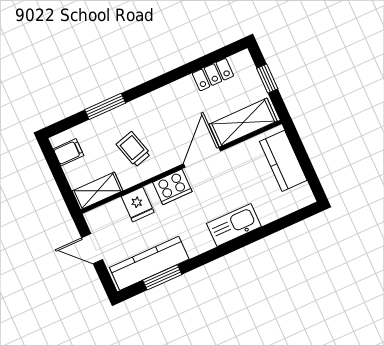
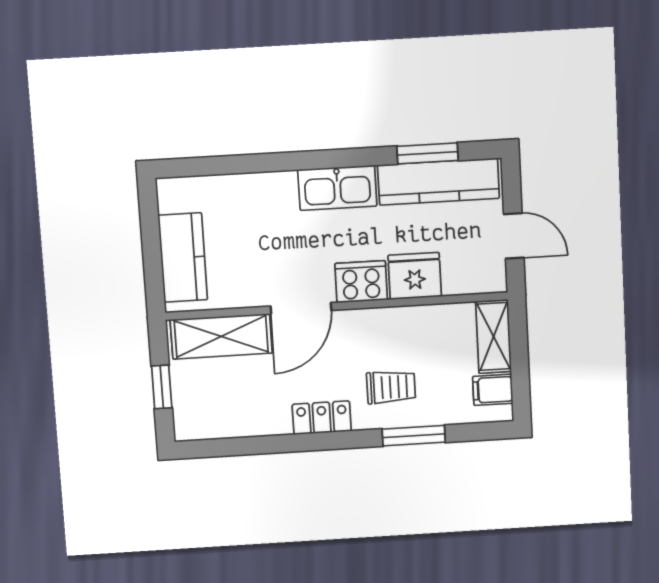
locker: (213, 75) -> (322, 418), moved
trolley: (133, 149) -> (391, 387), moved, turned -74
shelving: (97, 191) -> (494, 336), moved, turned 90
fridge: (138, 204) -> (415, 276), width x1.38
kitchen sink: (234, 225) -> (337, 188), moved

